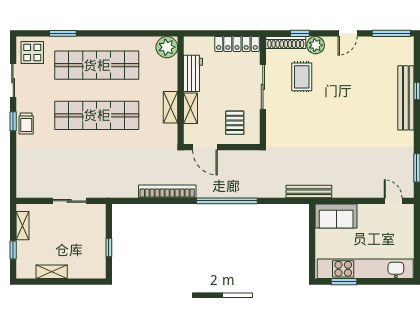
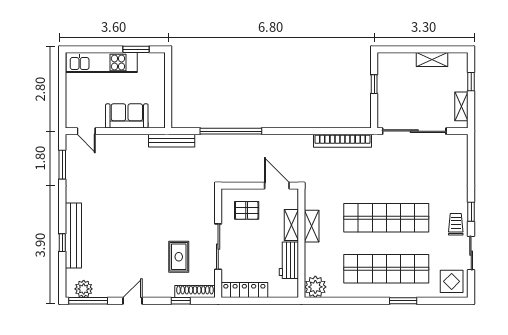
window: (63, 33) -> (403, 301), moved
plant: (316, 45) -> (84, 289), moved
pallet: (235, 123) -> (247, 210), turned 90
trolley: (26, 124) -> (456, 224), moved
bookcase: (167, 191) -> (342, 141), moved
sliding door: (69, 201) -> (414, 131), width x1.86
window: (227, 201) -> (231, 131), moved
sofa: (336, 216) -> (127, 116), moved
kitchen unit: (365, 269) -> (102, 62), width x0.73

